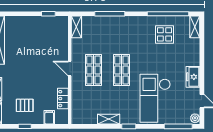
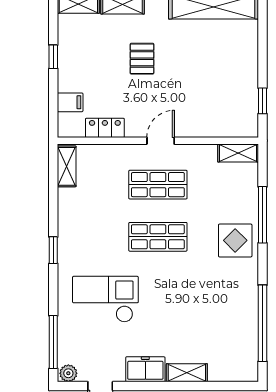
shelving: (195, 27) -> (187, 373), moved
display table: (164, 34) -> (235, 240), moved
checkout: (155, 98) -> (105, 299), width x0.73, depth x0.83
pallet: (25, 105) -> (142, 59), moved
shelving: (109, 119) -> (67, 166), moved

